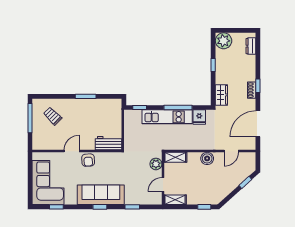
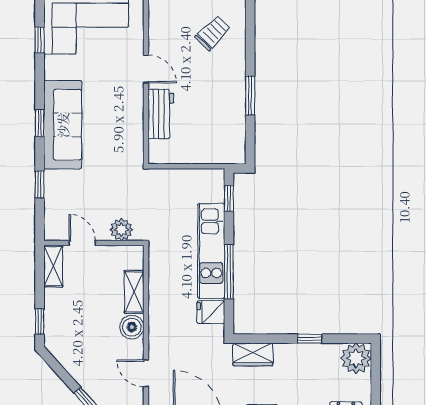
workbench: (109, 143) -> (161, 114), moved
shelving: (175, 157) -> (134, 292), moved
armchair: (88, 160) -> (129, 100), removed

